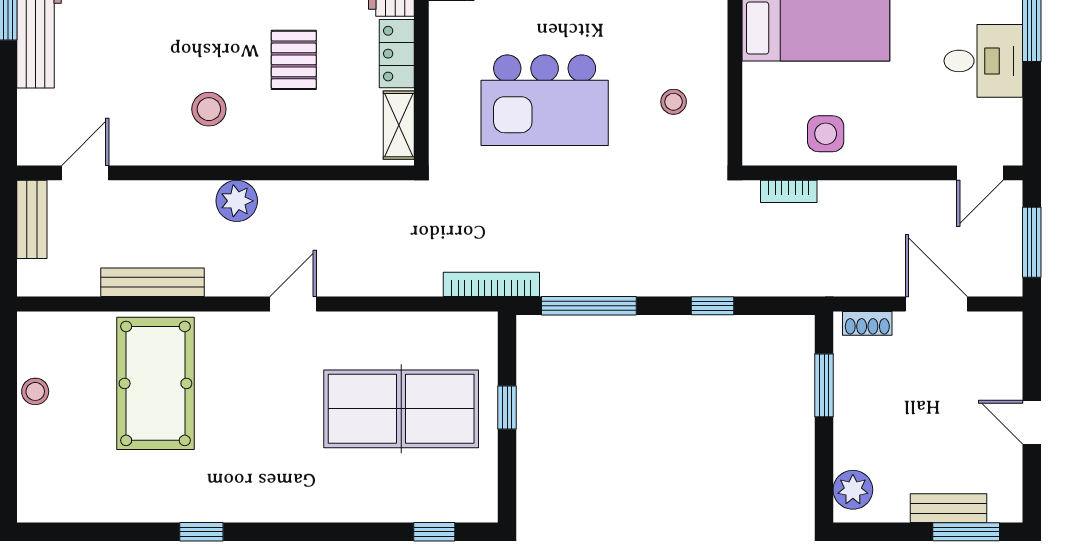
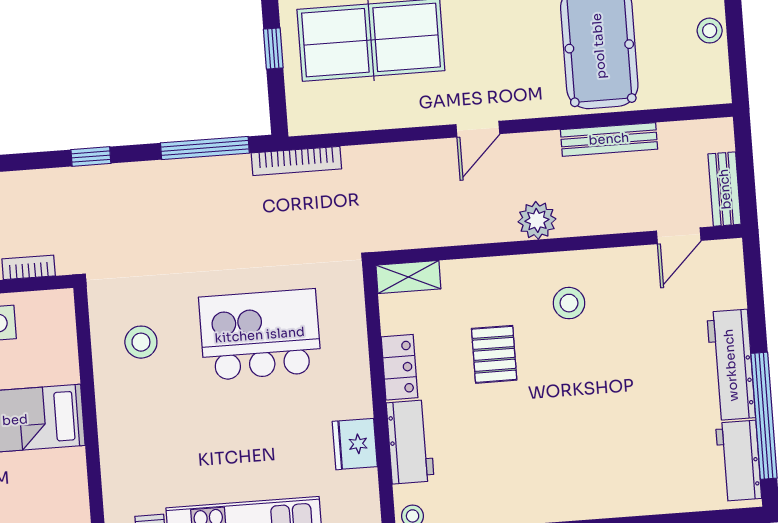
stool: (674, 102) -> (141, 342), width x1.37, depth x1.37
shelving: (399, 125) -> (408, 277), moved, turned 90

